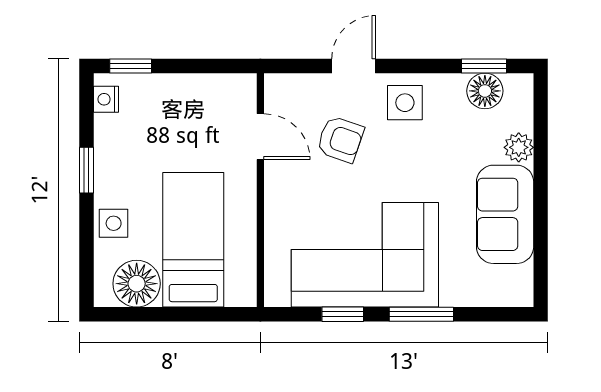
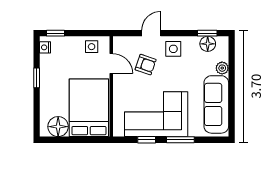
sofa: (505, 214) -> (216, 104), width x1.36
side table: (114, 223) -> (92, 47), moved
bed: (193, 240) -> (89, 108), width x1.50

